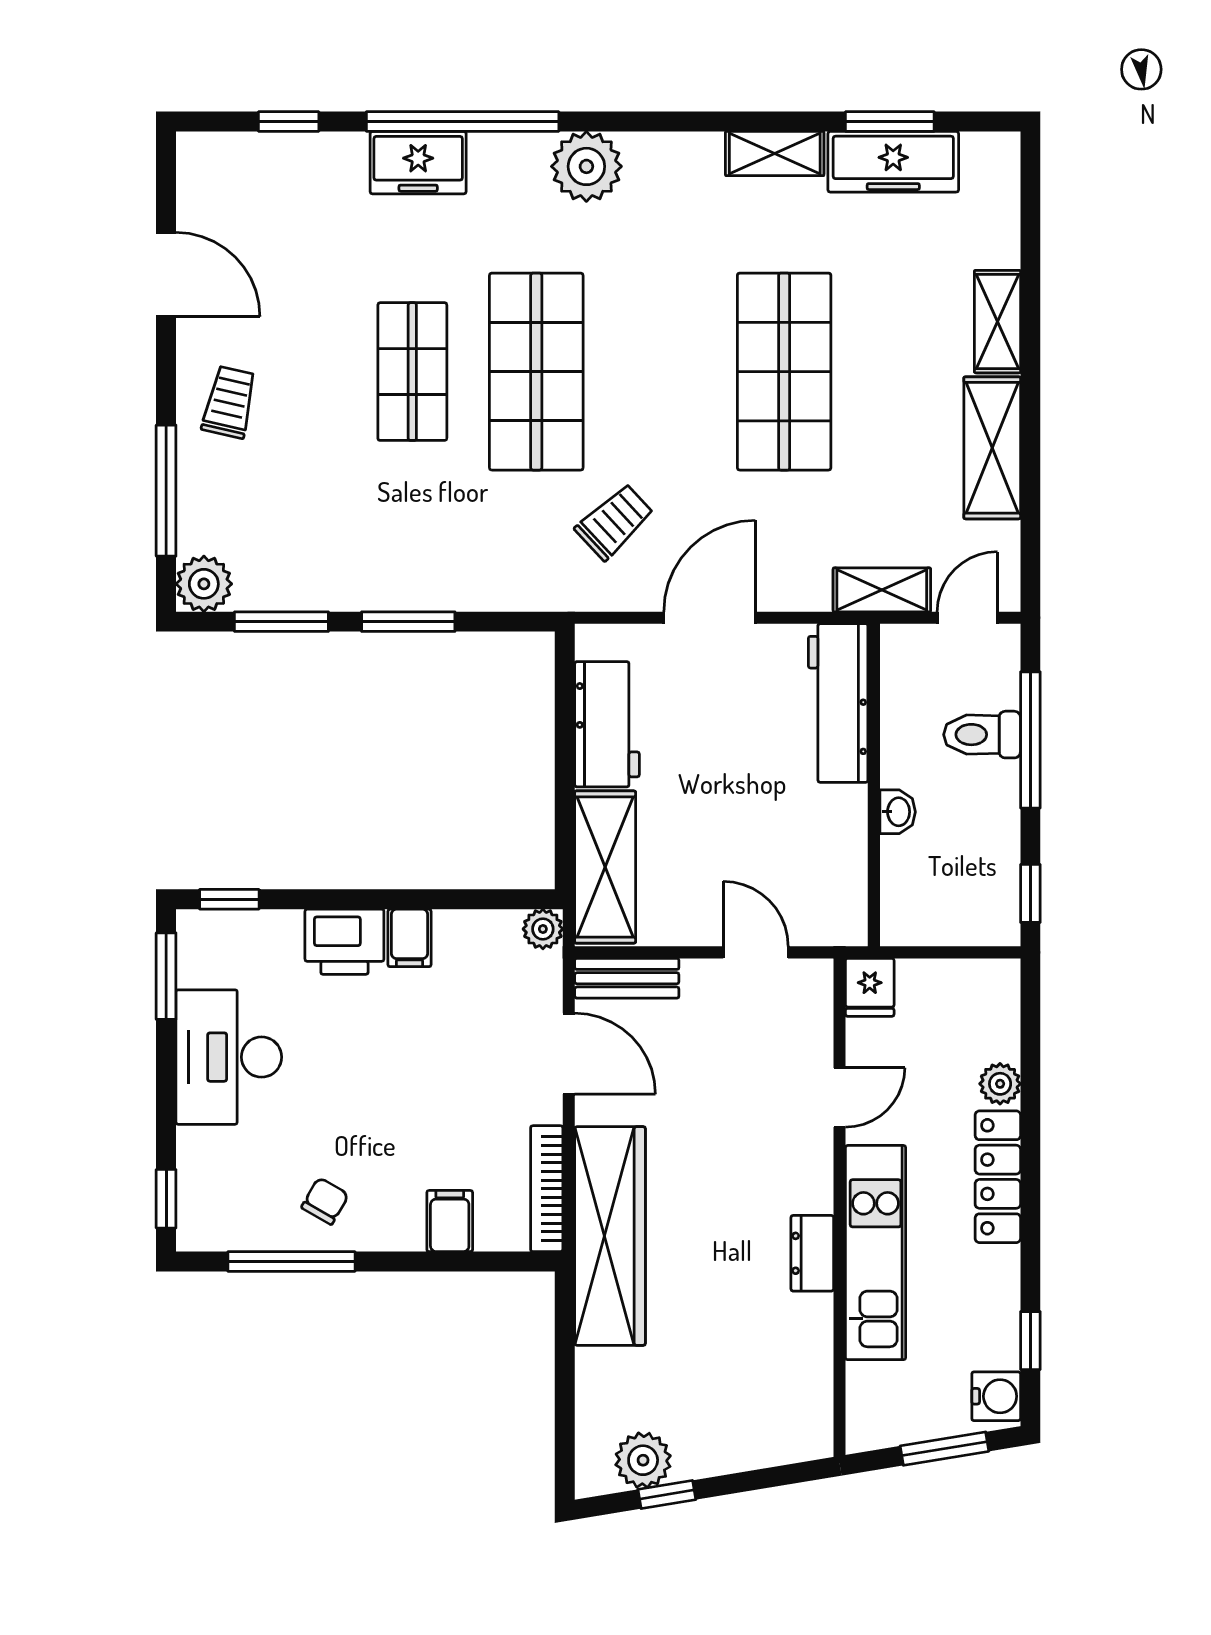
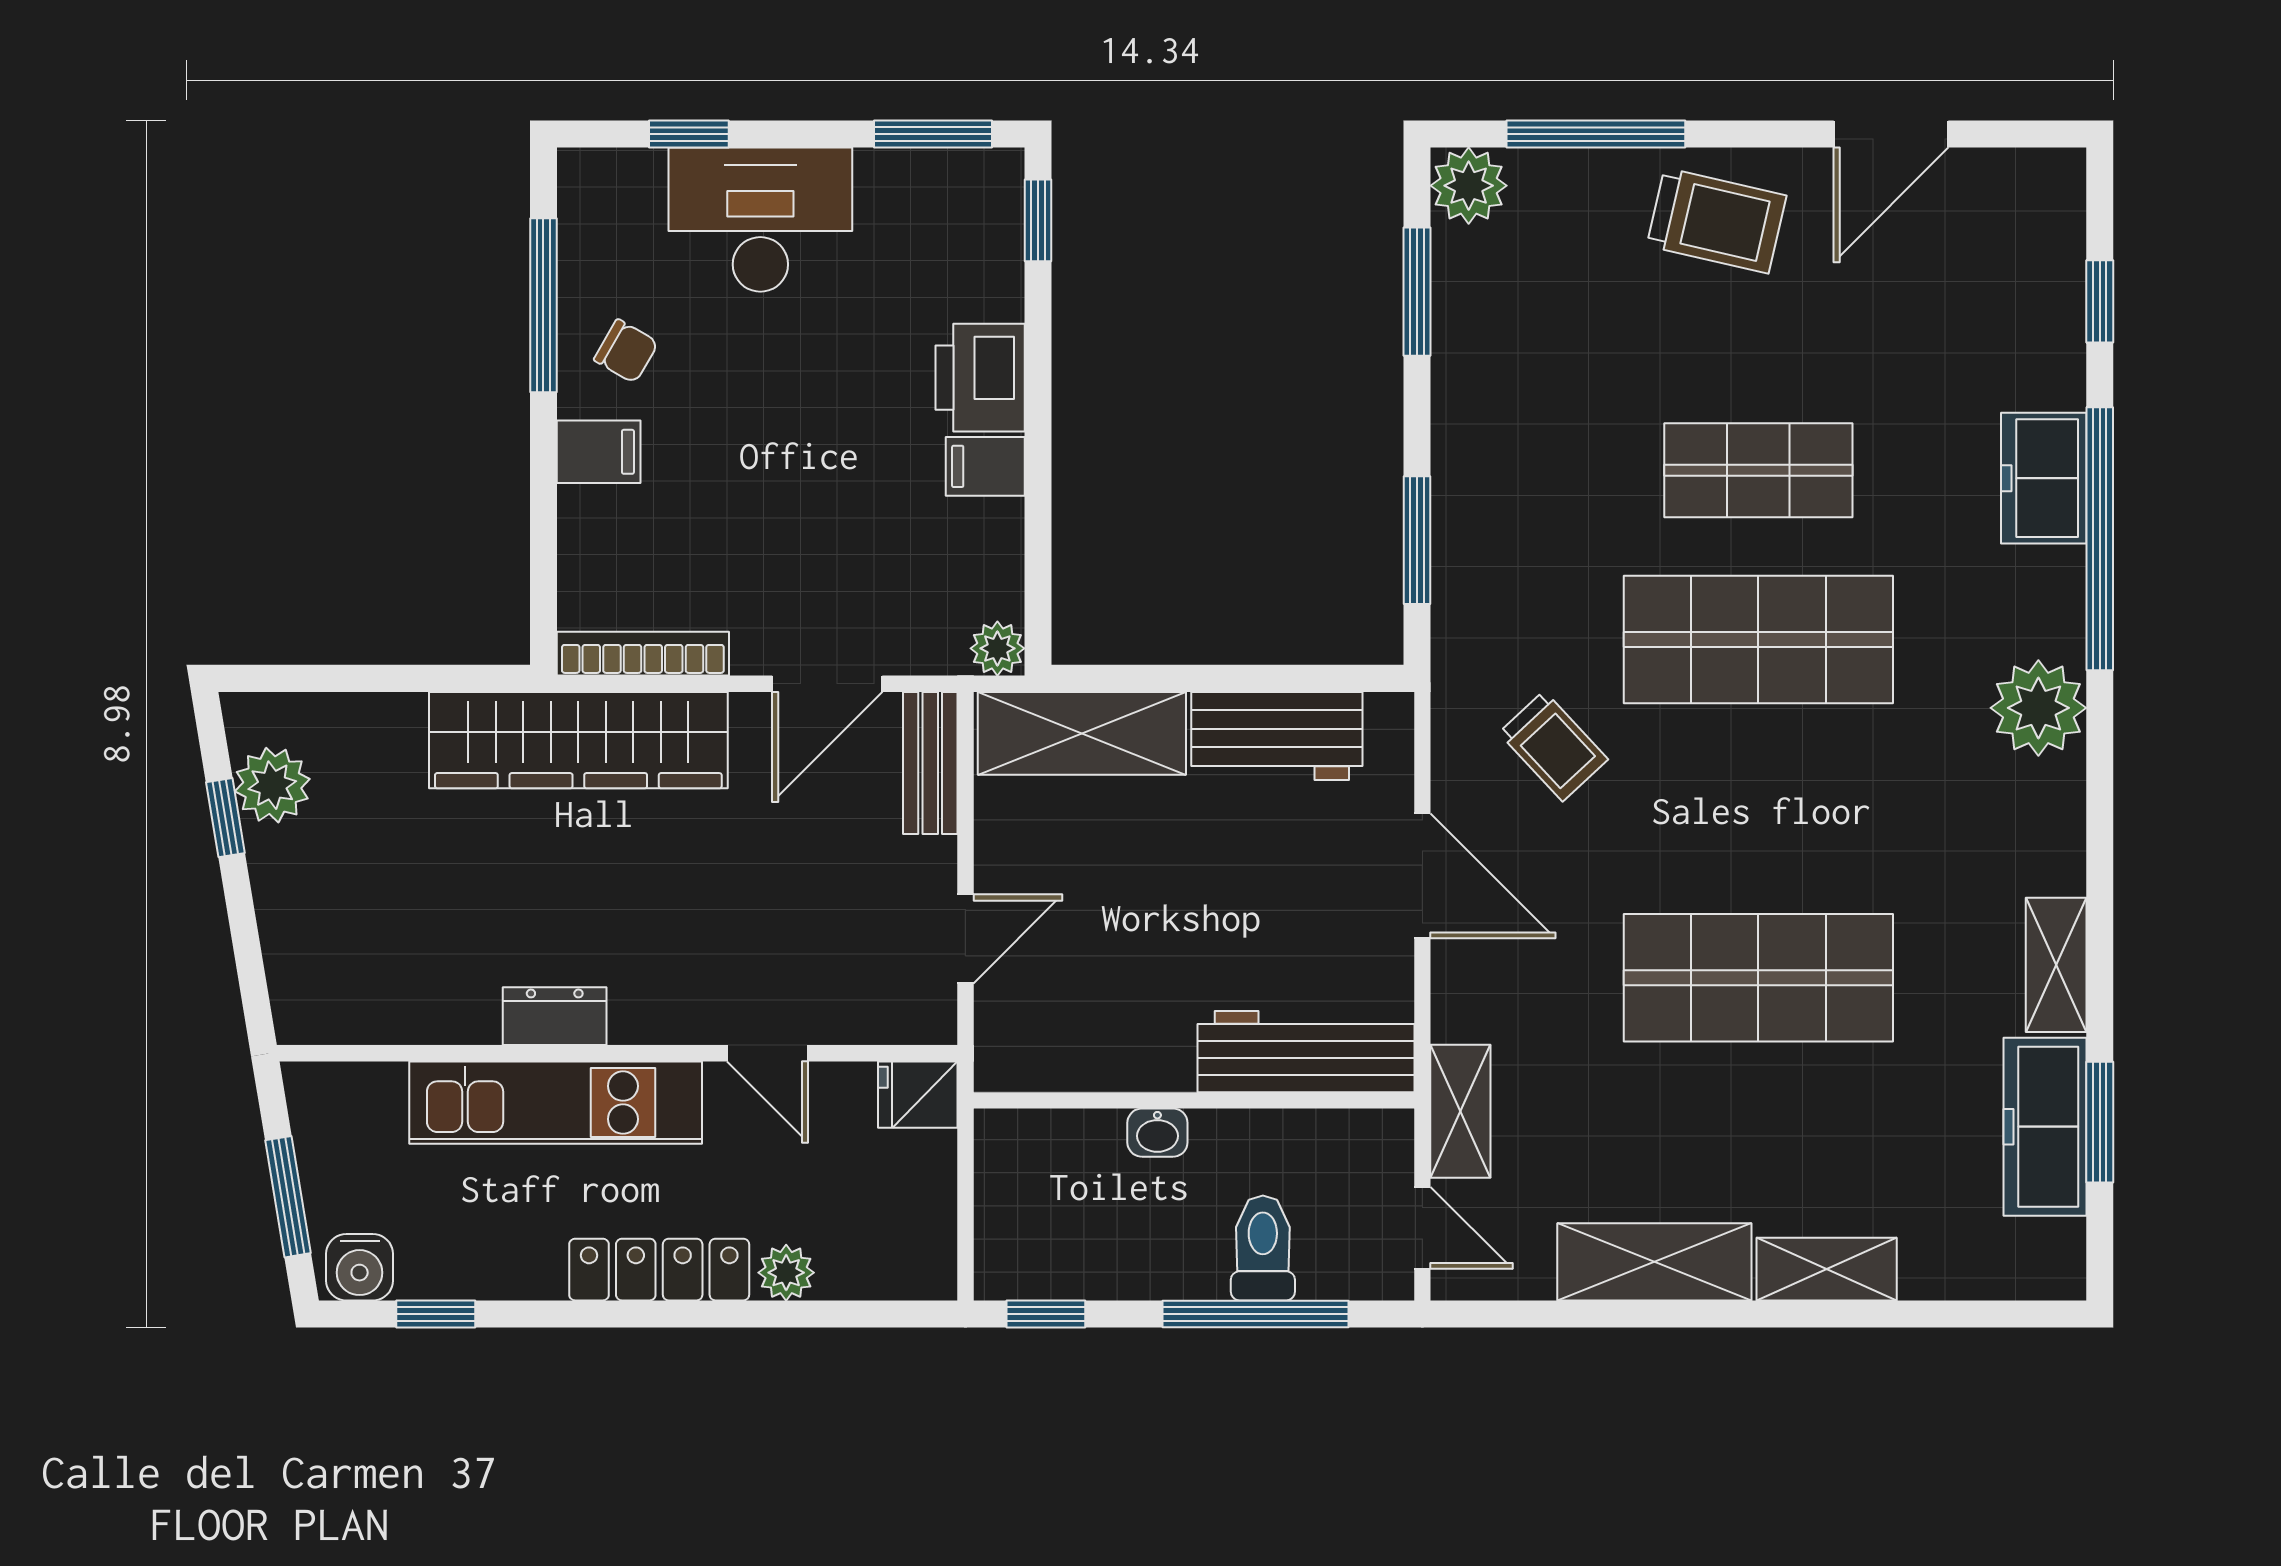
trolley: (229, 402) -> (1717, 221), width x1.36, depth x1.39
window: (408, 622) -> (1417, 540), moved
desk: (229, 1057) -> (760, 220), moved
window: (166, 1199) -> (689, 134), moved
filing cabinet: (450, 1221) -> (599, 452), moved

